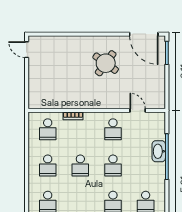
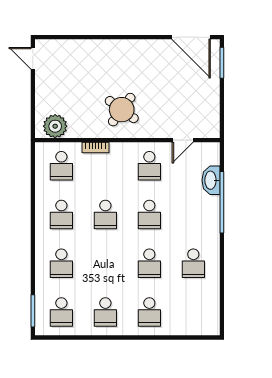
round table: (106, 63) -> (122, 110), moved
plant: (43, 100) -> (55, 126), added
door: (138, 110) -> (183, 140), swing flipped
washbasin: (159, 151) -> (211, 180), moved

